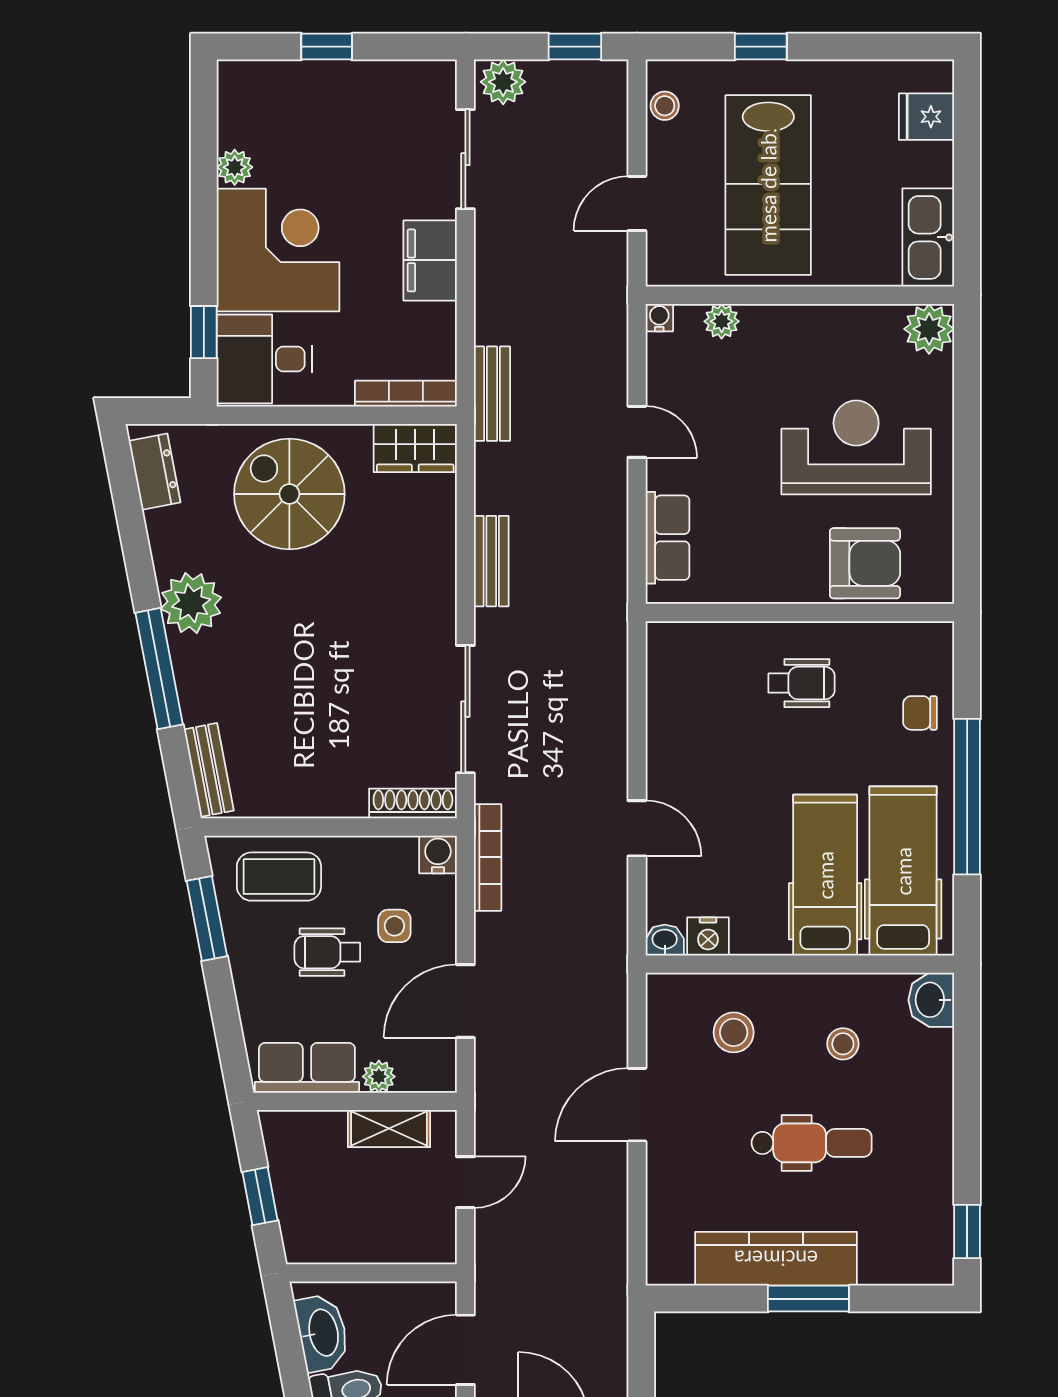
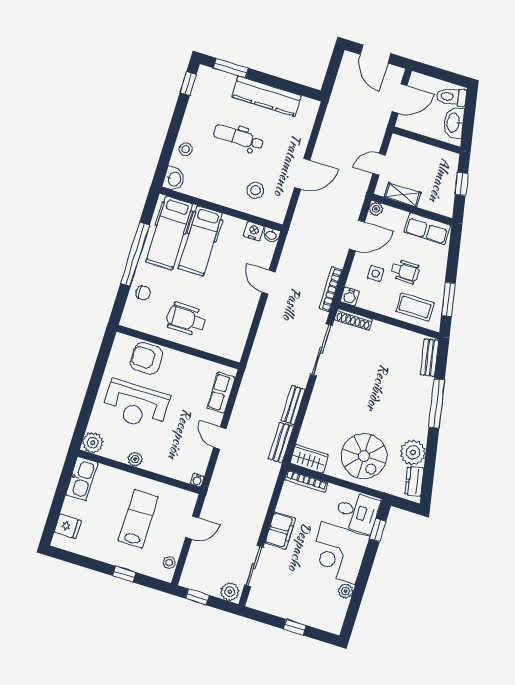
lab bench: (768, 185) -> (138, 519), width x0.73, depth x0.72
plant: (722, 321) -> (135, 459), moved
bench: (492, 394) -> (281, 443), moved
plant: (191, 603) -> (413, 452), moved
wheelchair: (802, 683) -> (186, 319), width x1.36, depth x1.37
stool: (843, 1044) -> (186, 149), moved
plant: (379, 1077) -> (376, 209), moved
window: (808, 1299) -> (231, 68), moved

